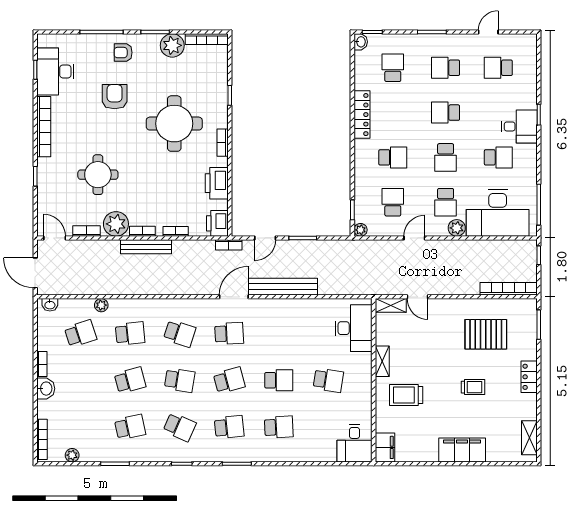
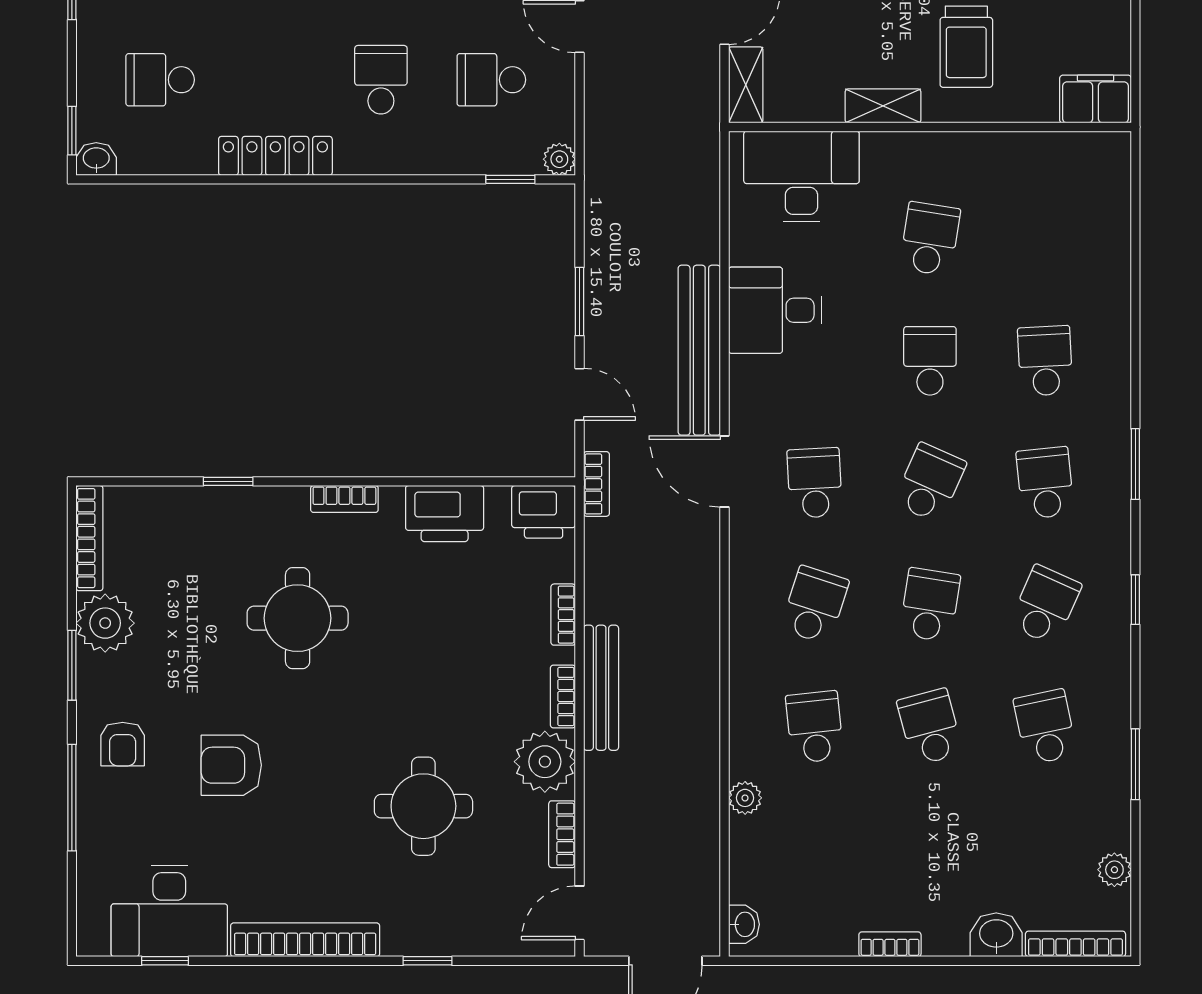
round table: (174, 124) -> (298, 618), width x0.73, depth x0.73
school desk: (81, 333) -> (815, 849), removed
school desk: (229, 380) -> (930, 483), turned 39
washbasin: (46, 389) -> (996, 935), moved
desk: (354, 443) -> (775, 310), moved, turned 180

